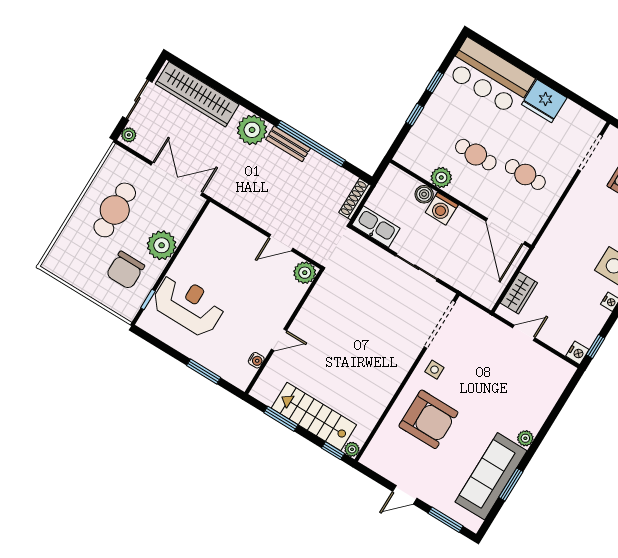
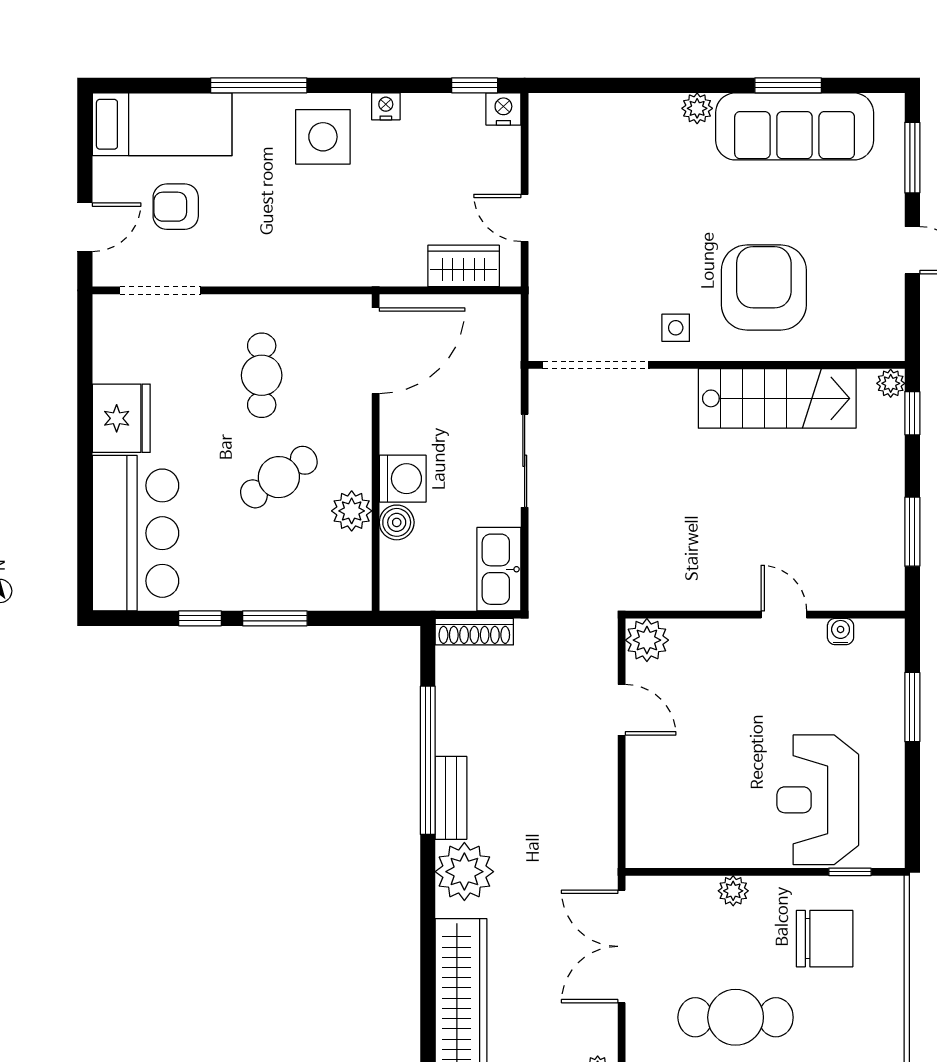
window: (415, 115) -> (275, 618), width x1.50
cafe table: (476, 155) -> (279, 477), turned 56
plant: (162, 245) -> (733, 891), width x0.53, depth x0.53
stairs: (314, 417) -> (777, 398), moved, turned -90

